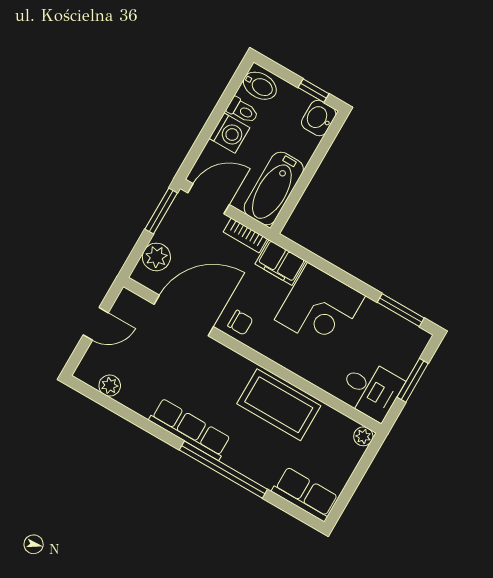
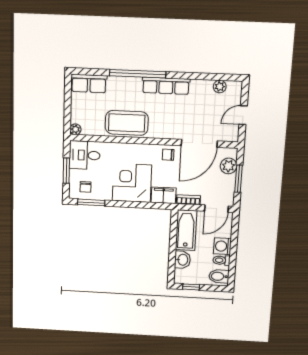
washbasin: (319, 118) -> (182, 260), moved
window: (161, 211) -> (239, 179), moved
chair: (396, 339) -> (85, 187), added

